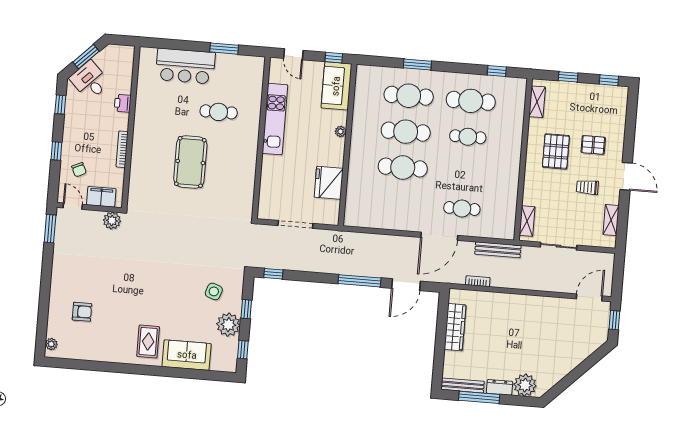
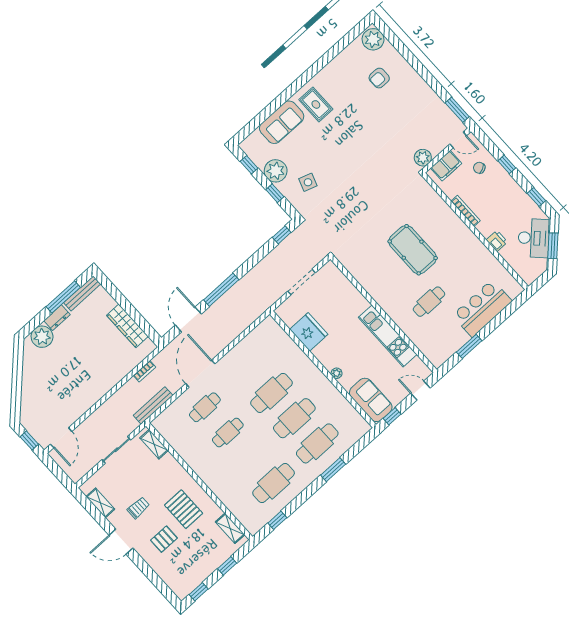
desk: (90, 81) -> (534, 238), width x1.37
cafe table: (468, 137) -> (228, 433), moved
plant: (51, 344) -> (373, 39), width x1.87, depth x1.87

